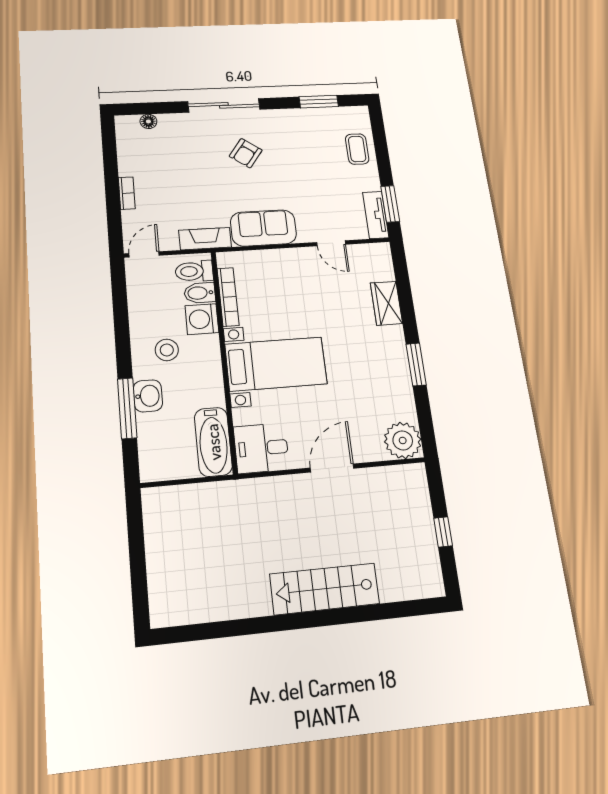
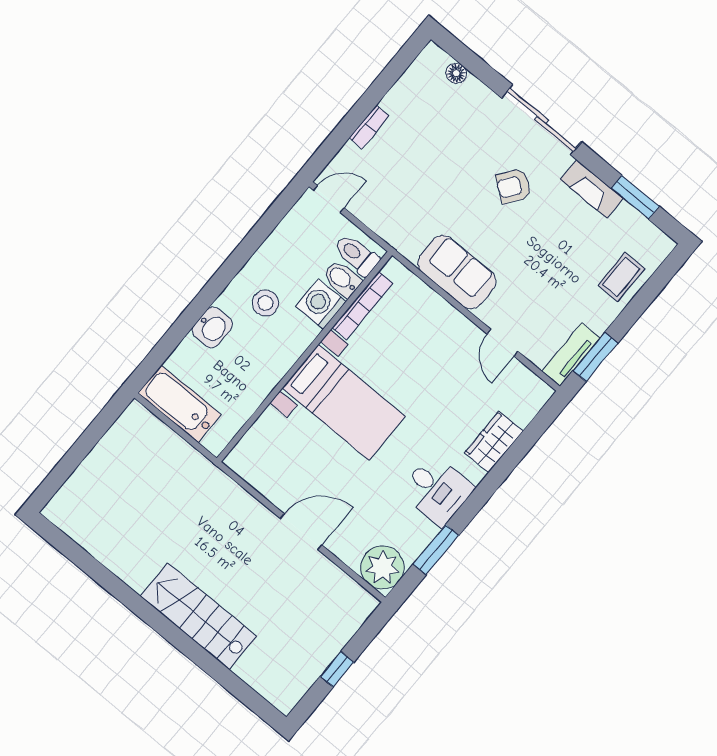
fireplace: (205, 239) -> (592, 189), moved, turned 180
window: (416, 364) -> (436, 550), moved
window: (127, 408) -> (186, 322), removed
bathtub: (213, 442) -> (180, 404), moved, turned 90
desk: (261, 448) -> (437, 490), moved, turned 180

